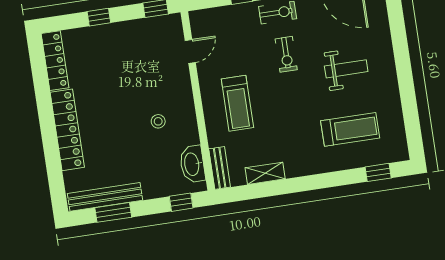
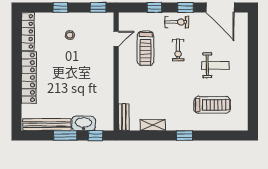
treadmill: (237, 103) -> (146, 48), moved
stool: (158, 121) -> (70, 35), moved
washbasin: (192, 164) -> (84, 123), moved, turned 90
window: (378, 172) -> (185, 136), moved
window: (113, 212) -> (65, 136), moved

